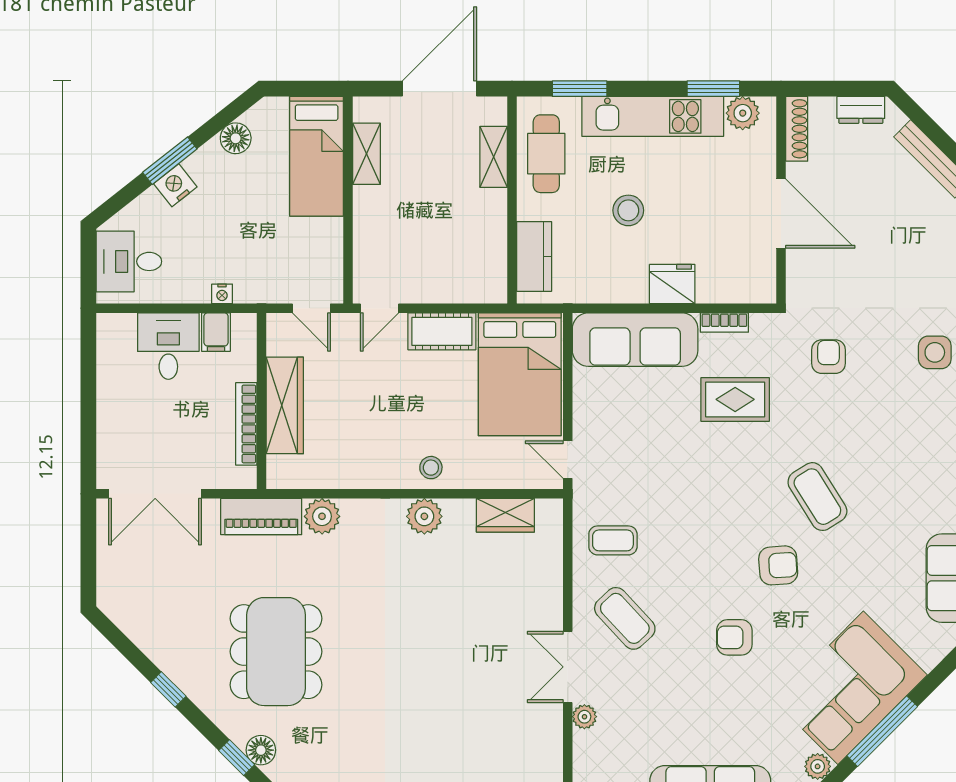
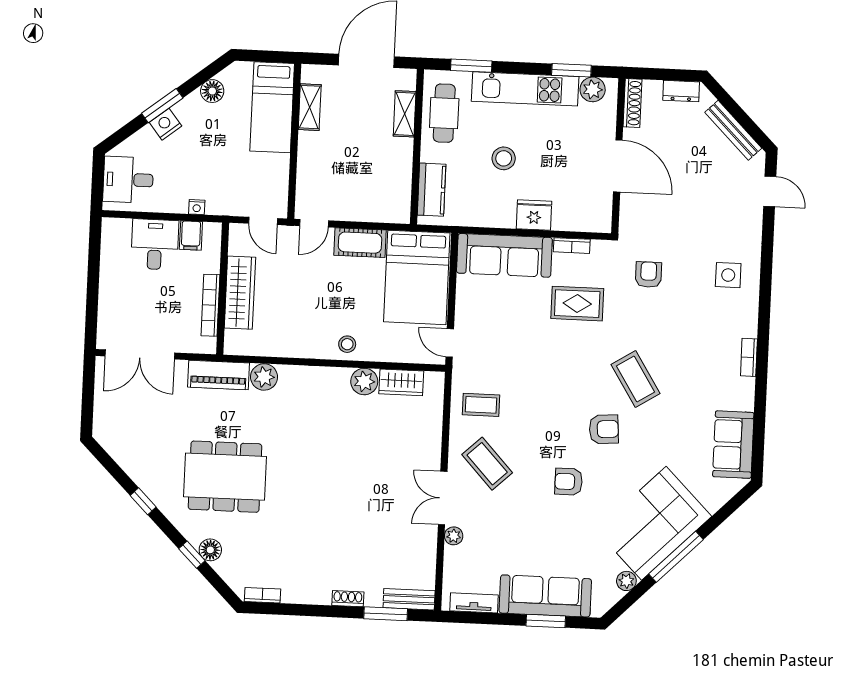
plant: (424, 516) -> (364, 382), moved
dining table: (276, 652) -> (225, 477), turned 90

